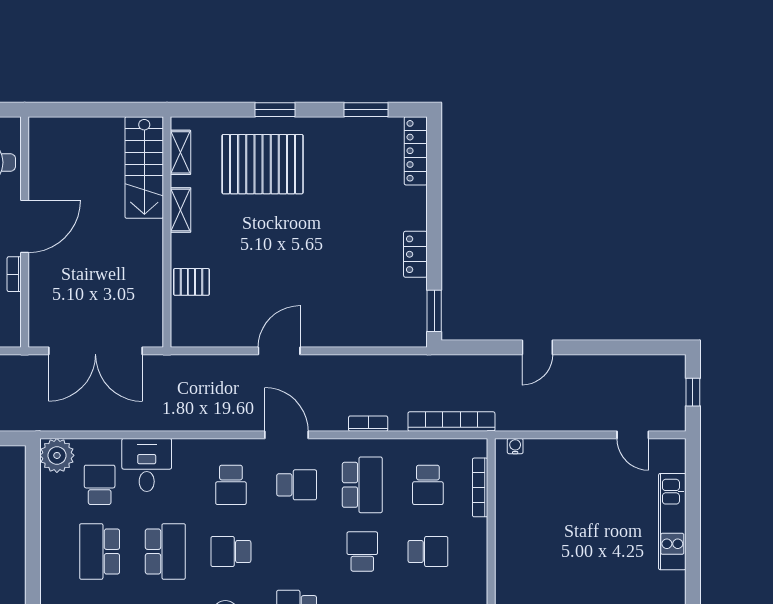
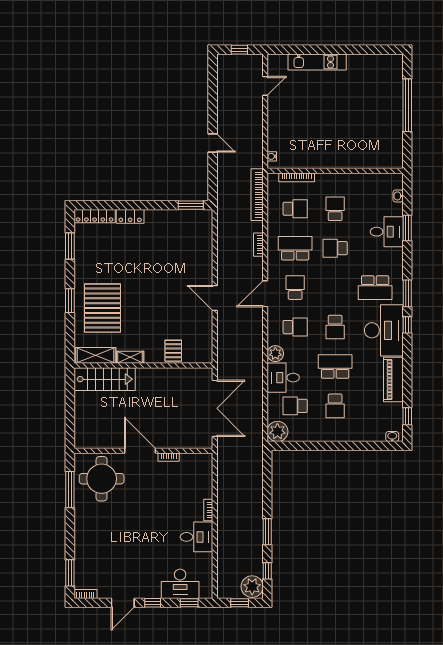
shelving: (180, 152) -> (95, 355), width x1.50, depth x1.33
locker: (415, 254) -> (130, 216), moved
plant: (187, 452) -> (275, 354), added
school desk: (100, 551) -> (335, 406), width x0.54

